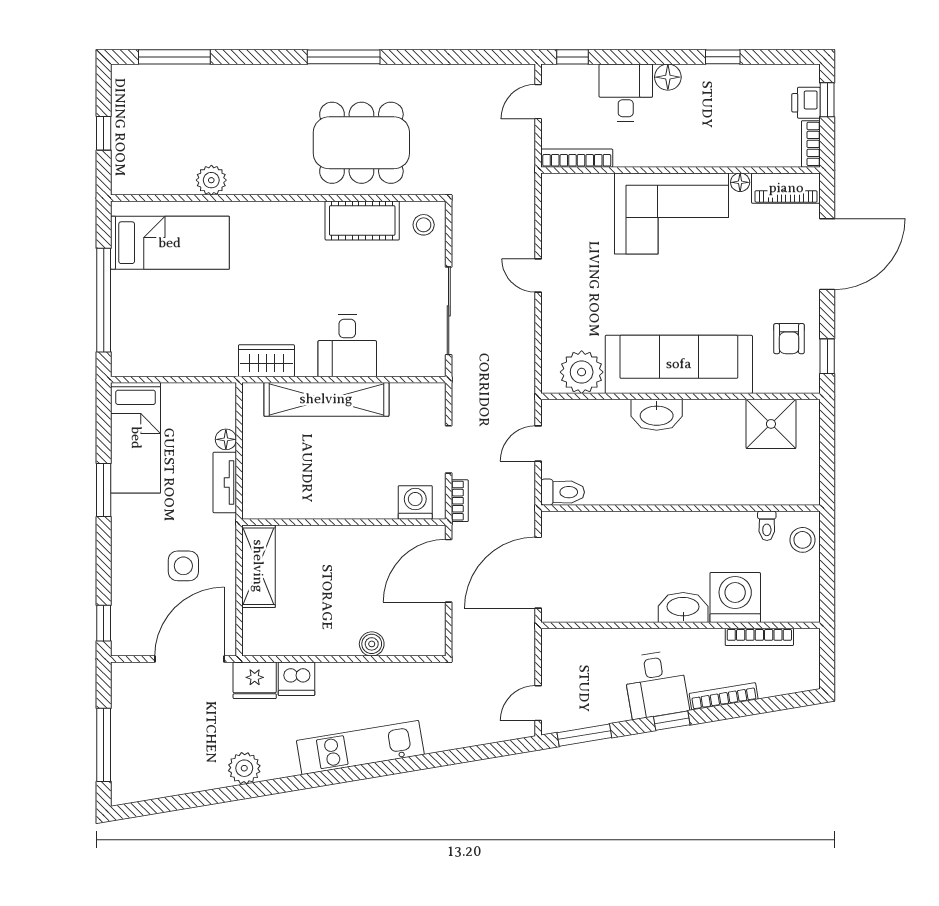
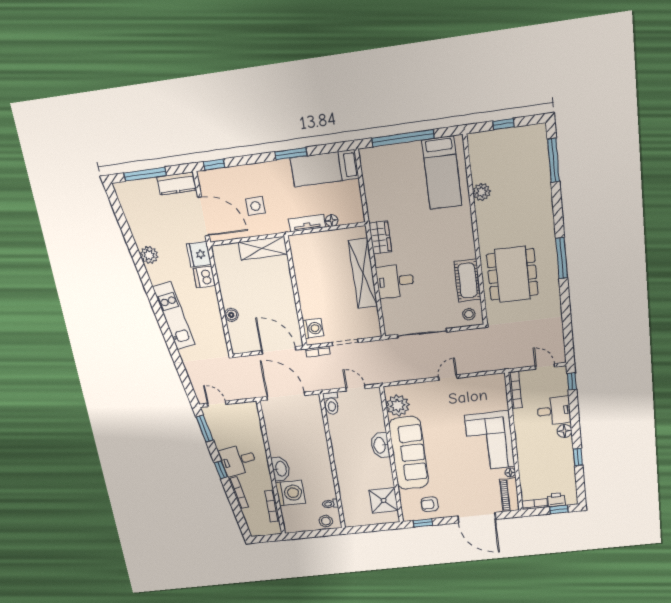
kitchen counter: (127, 694) -> (177, 183), added

